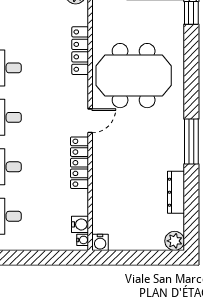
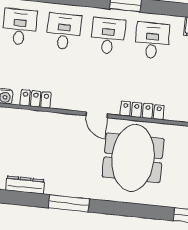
locker: (80, 51) -> (142, 110), moved
locker: (79, 163) -> (36, 99), moved, width x0.66

